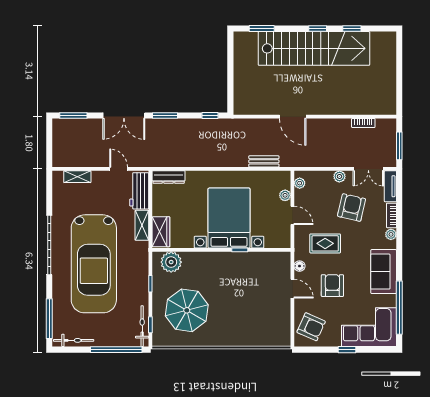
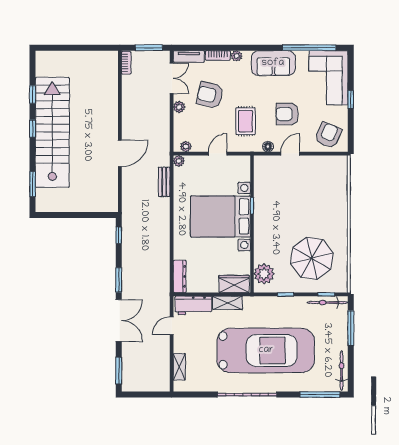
bookcase: (363, 123) -> (126, 63), moved
plant: (285, 195) -> (179, 161), moved
window: (116, 350) -> (351, 328), width x0.68

